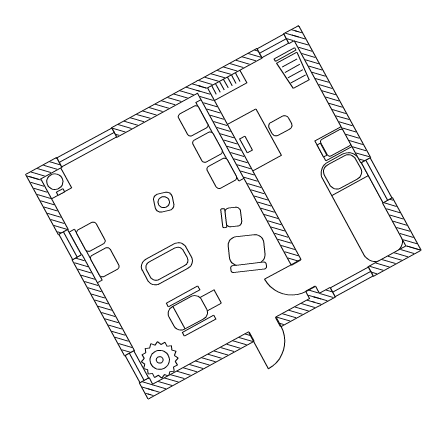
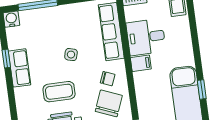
filing cabinet: (334, 144) -> (141, 63), moved, turned 180
window: (377, 180) -> (202, 89), width x0.67

